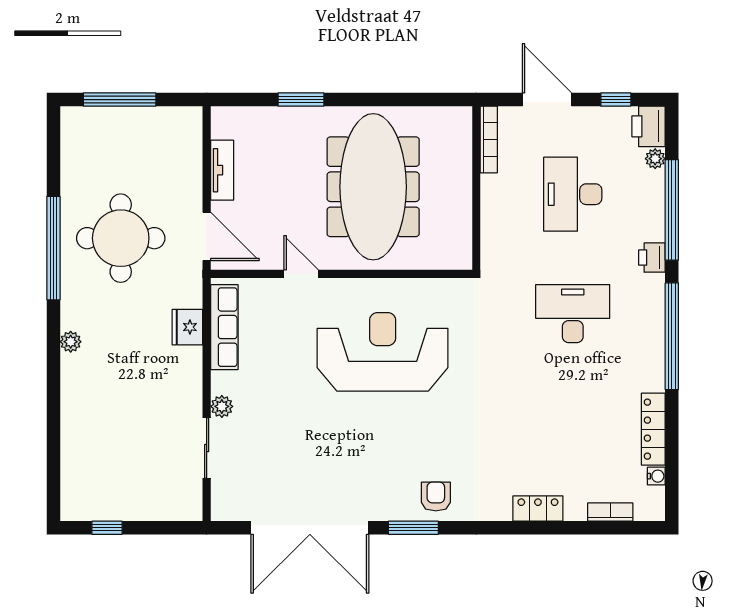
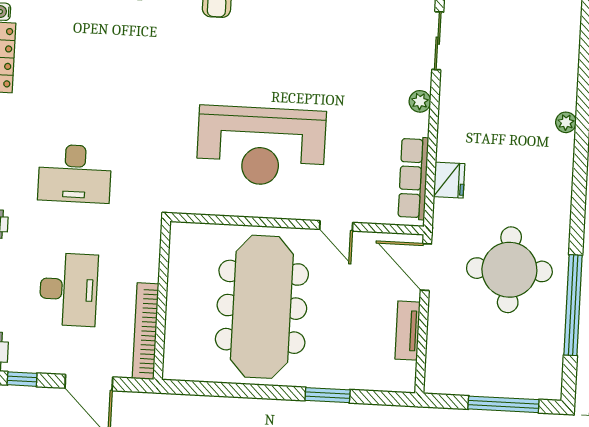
bookcase: (489, 139) -> (146, 331), width x1.48, depth x1.31
window: (53, 248) -> (573, 305), moved
plant: (71, 342) -> (566, 122), moved
sliding door: (207, 448) -> (438, 41), moved

